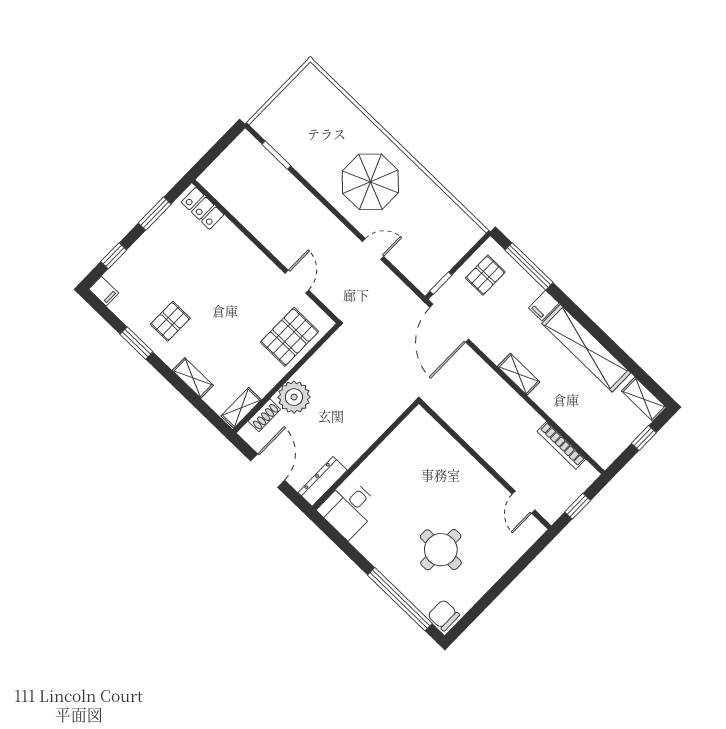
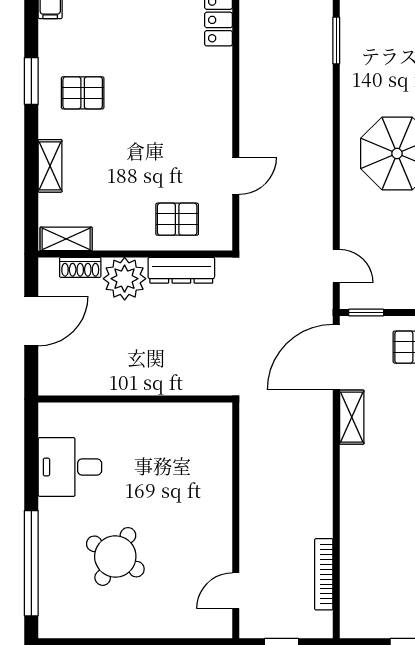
door: (373, 249) -> (336, 266), moved
pallet: (289, 337) -> (177, 219), width x0.67, depth x0.71
shelving: (519, 374) -> (352, 417), moved
dresser: (323, 481) -> (181, 270), moved, turned 180
desk: (349, 508) -> (70, 467), moved
round table: (441, 550) -> (115, 556), turned 31
chair: (444, 615) -> (56, 619), removed

